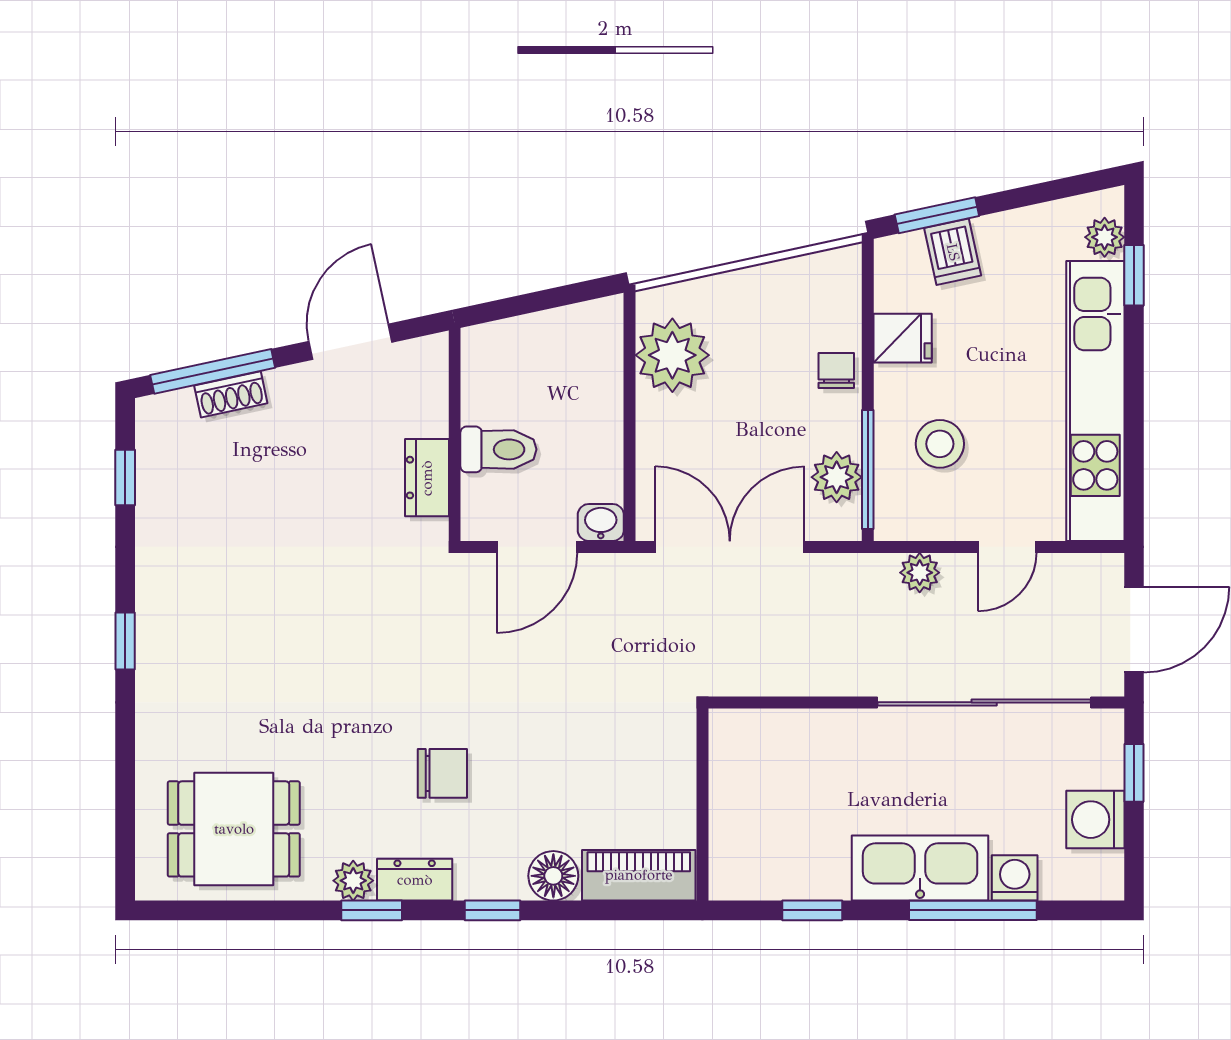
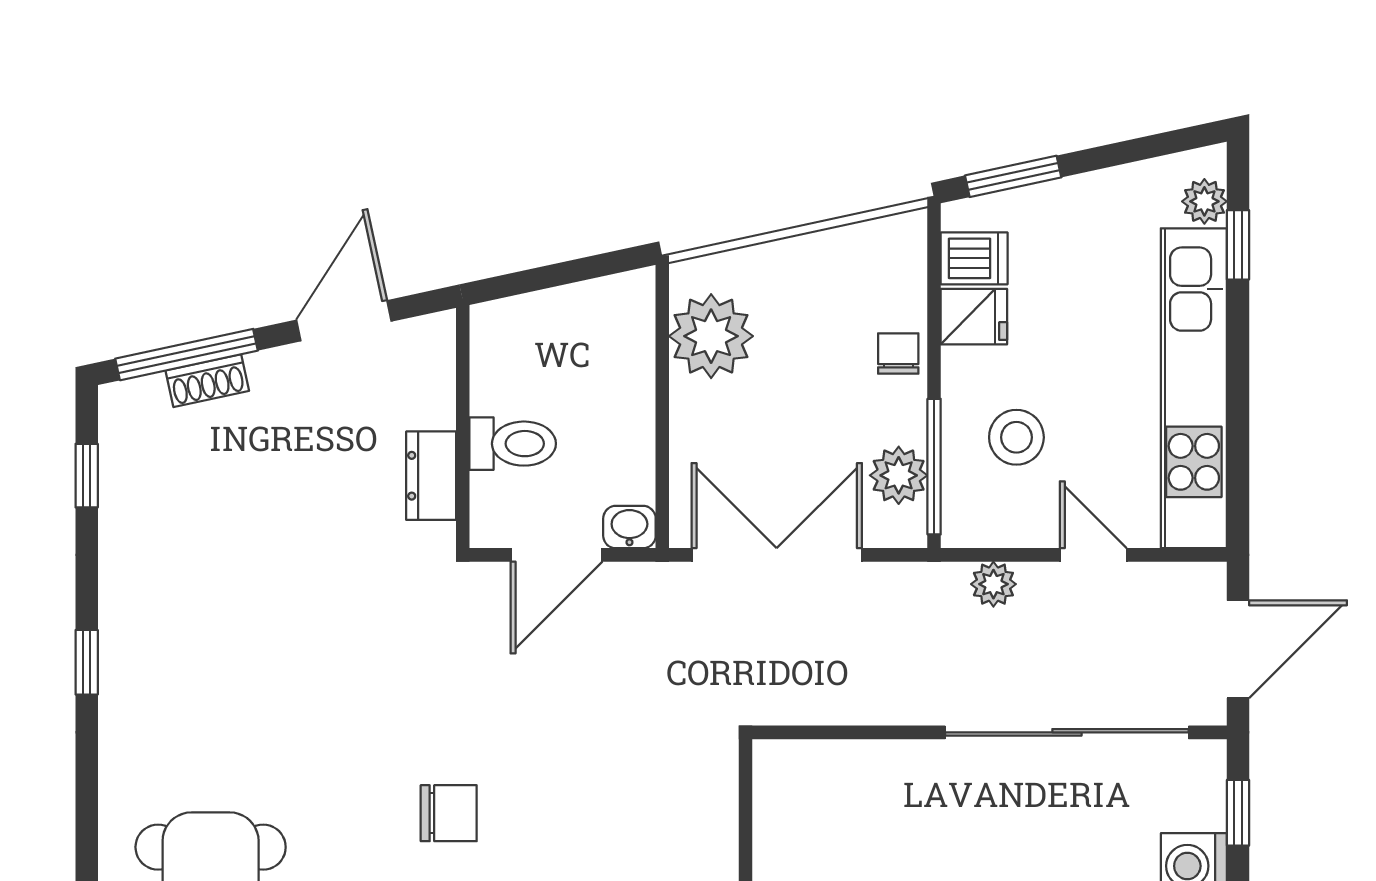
dishwasher: (953, 252) -> (974, 258), moved, turned -78
door: (1007, 547) -> (1093, 555), swing flipped

